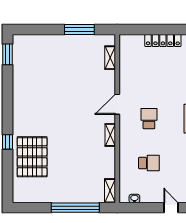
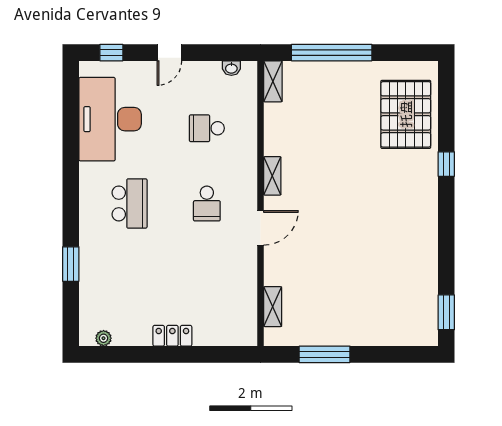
locker: (163, 41) -> (172, 336), width x0.66
pallet: (32, 157) -> (406, 114), moved
door: (171, 208) -> (169, 53), hinge flipped

